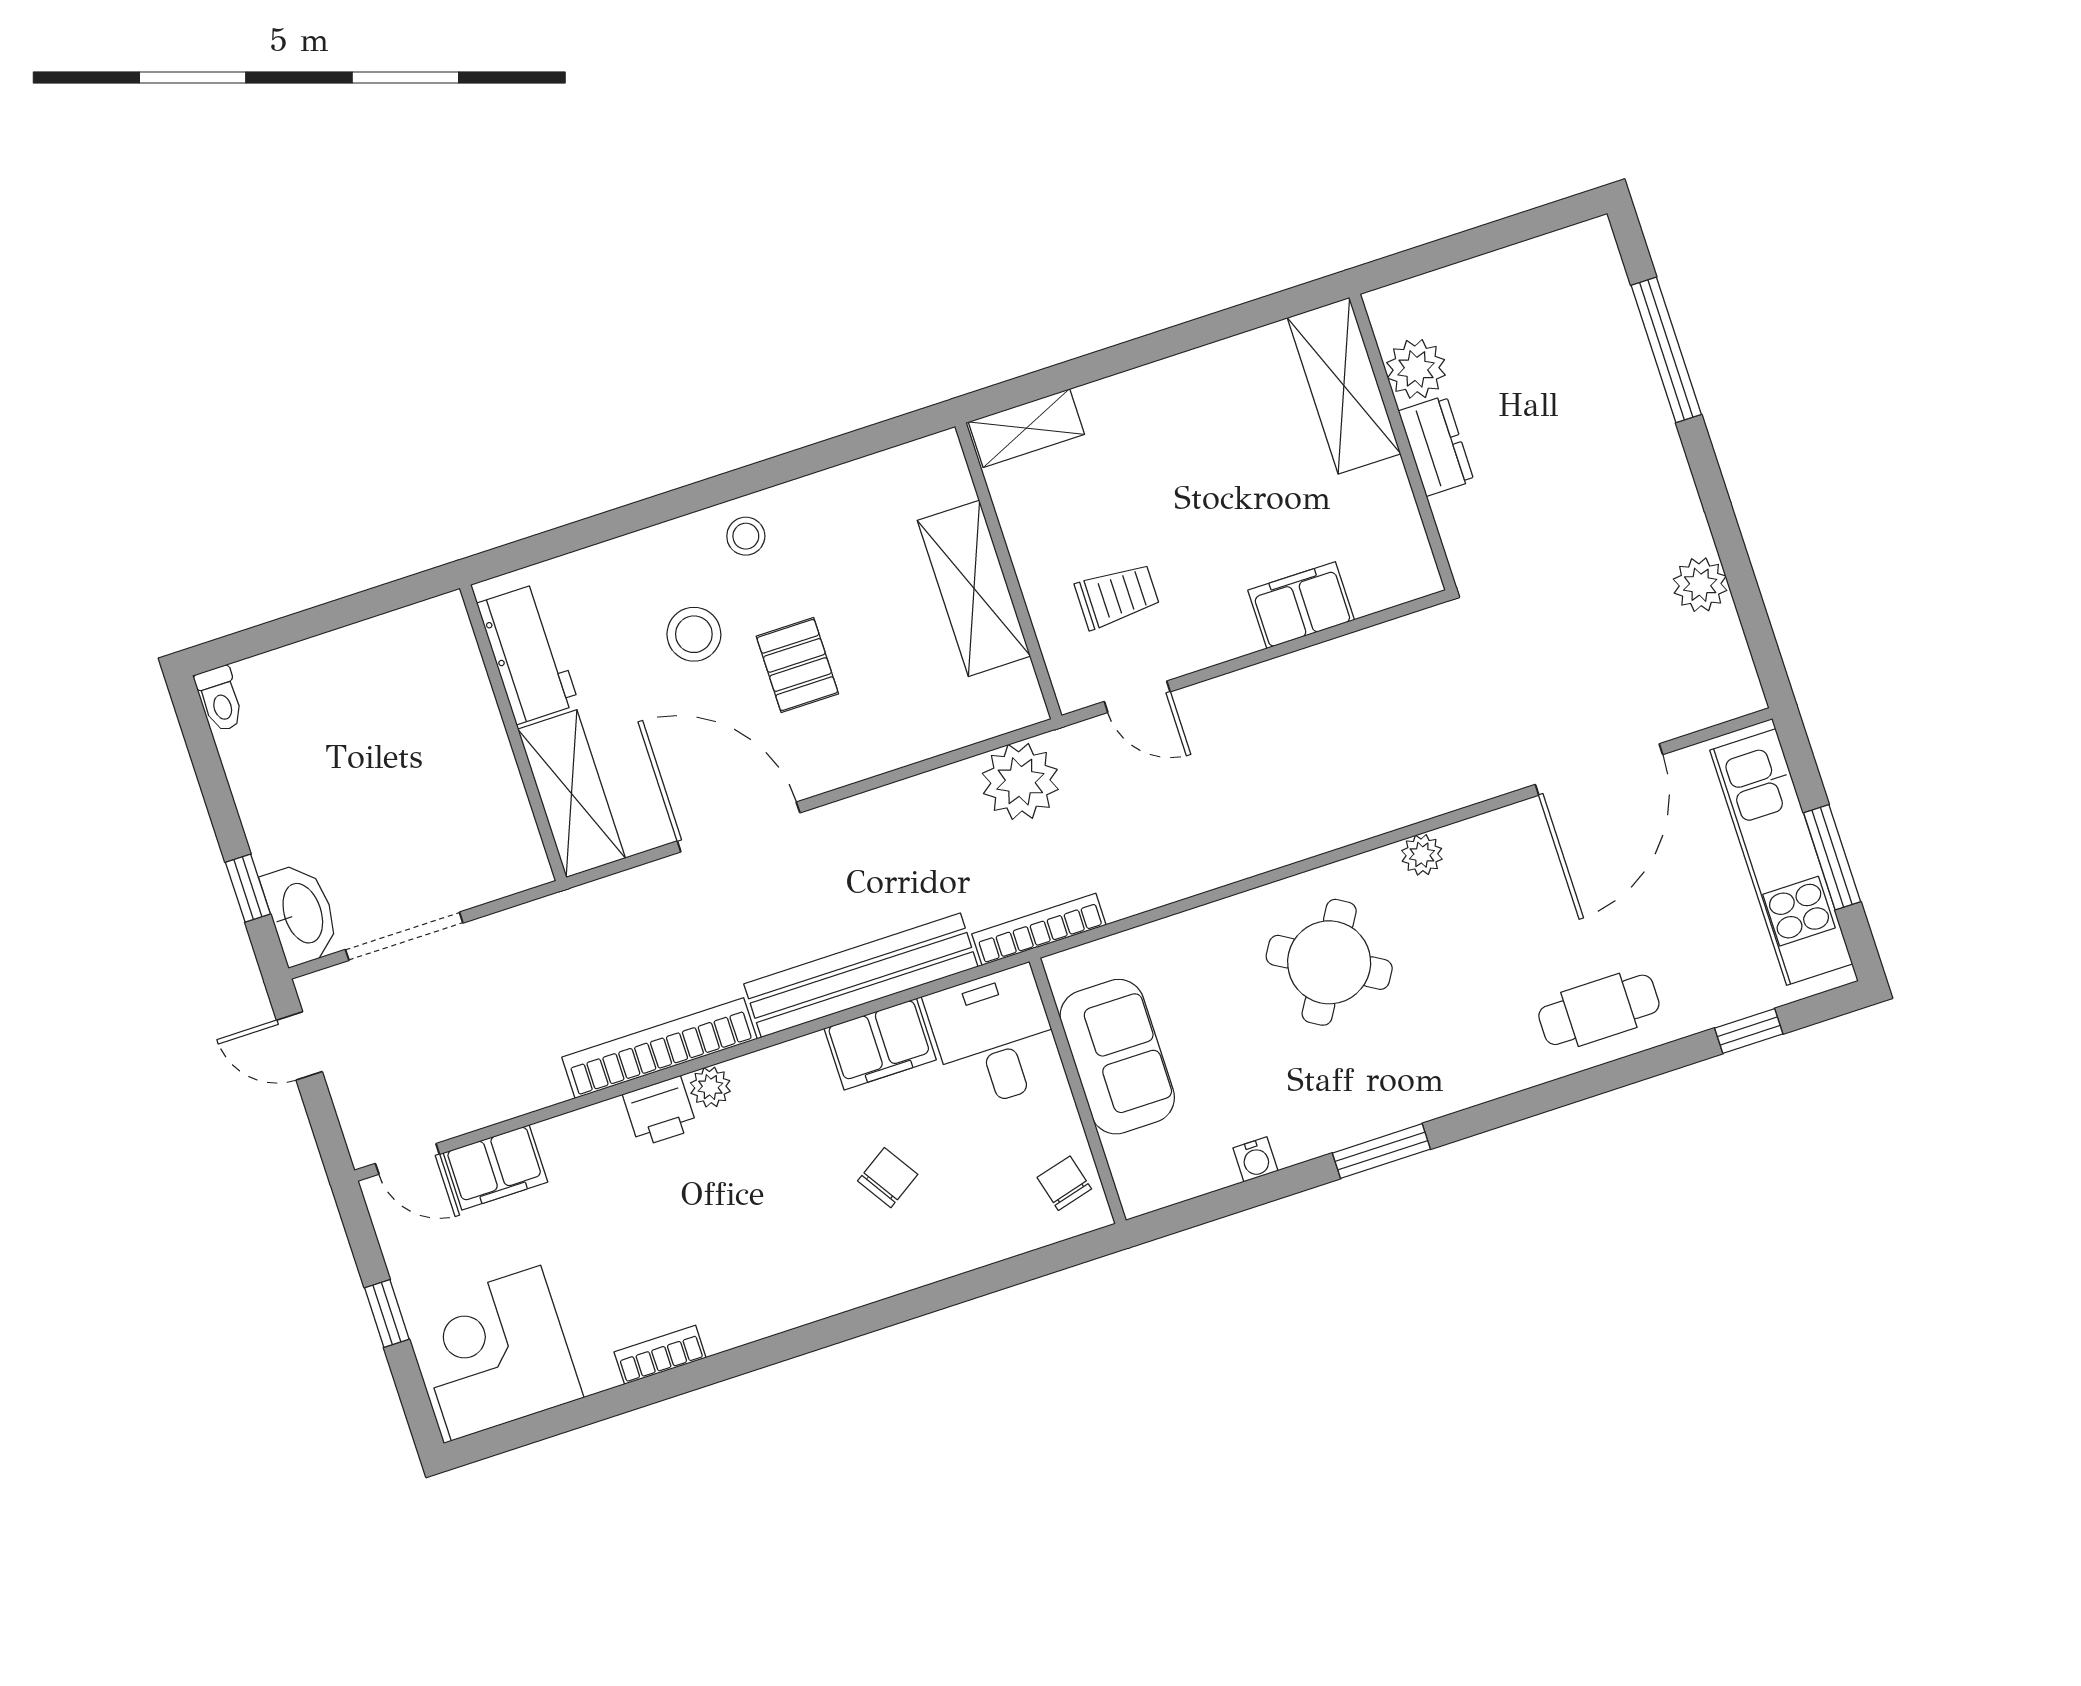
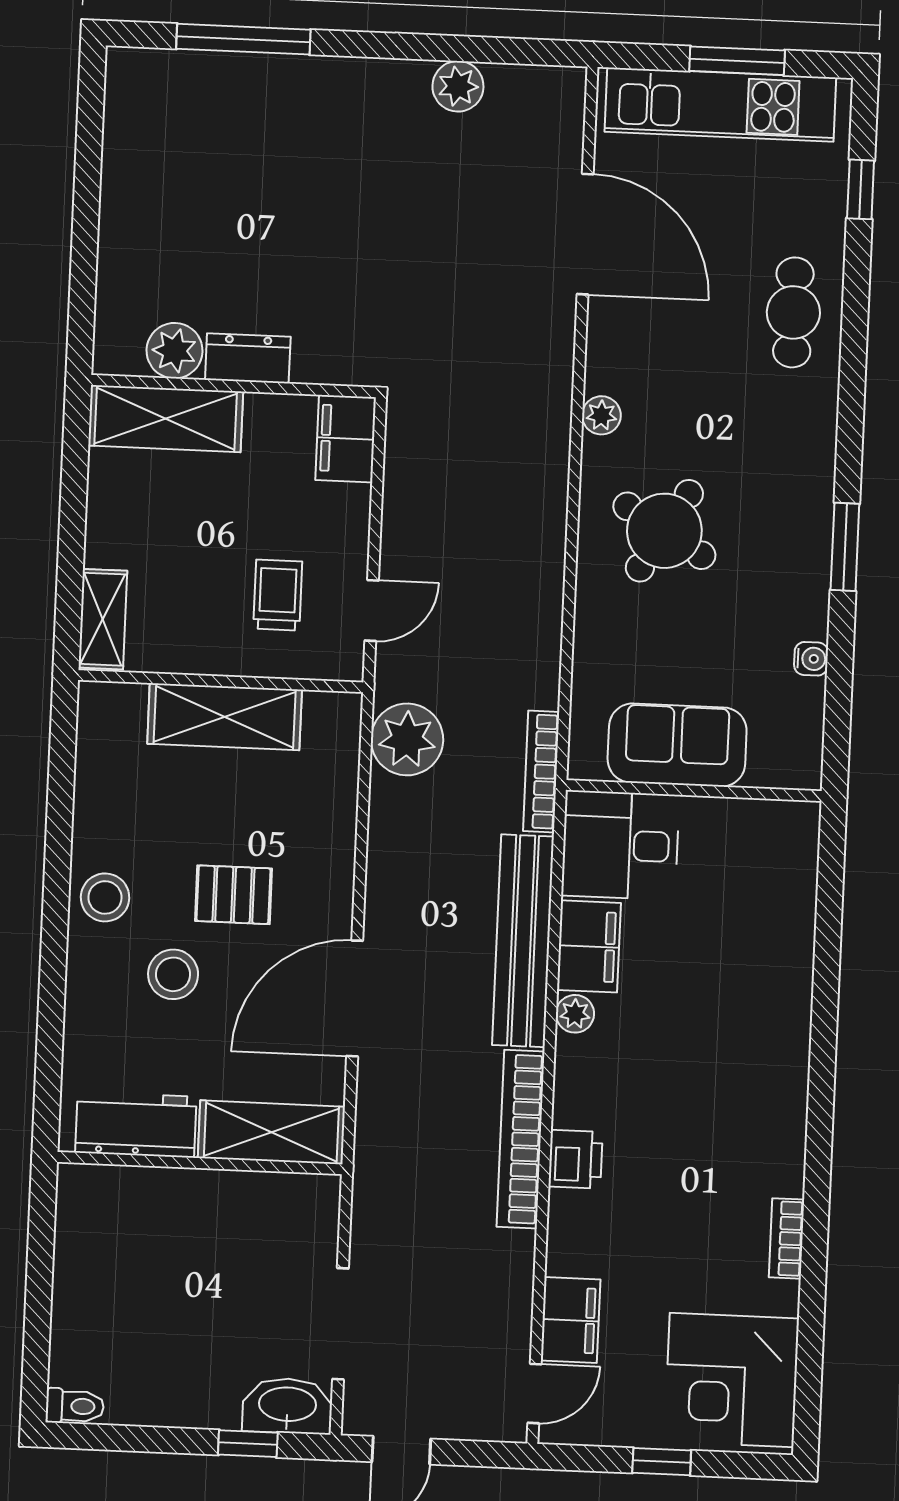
plant: (1416, 369) -> (175, 351), moved
shelving: (1344, 386) -> (166, 419), moved
wall: (1403, 442) -> (234, 386), moved
dresser: (1436, 446) -> (248, 358), moved
stool: (746, 536) -> (105, 897), width x1.37, depth x1.37
plant: (710, 1087) -> (575, 1014), moved
chair: (888, 1178) -> (707, 983), removed
chair: (1064, 1183) -> (769, 832), removed

